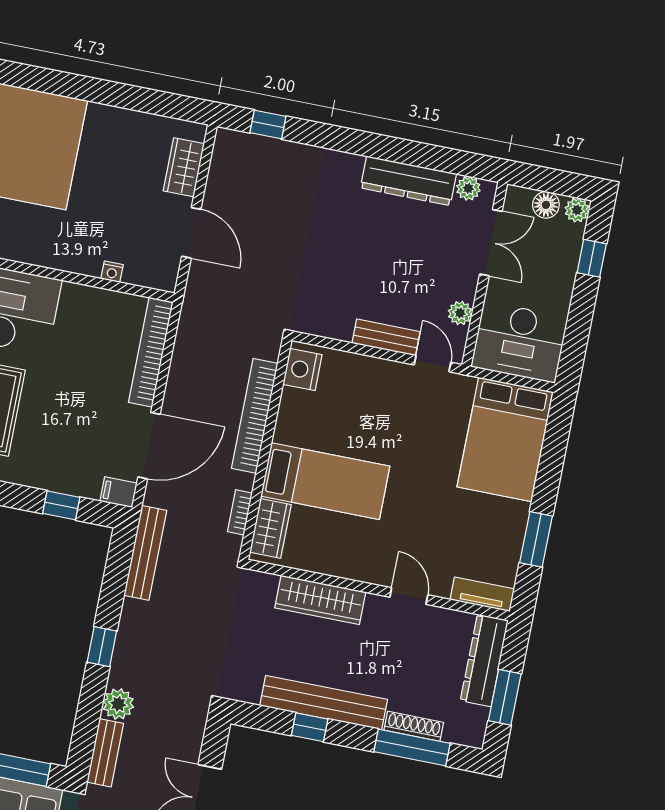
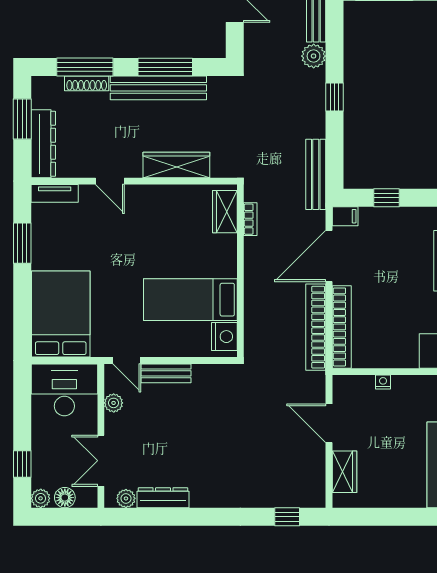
dresser: (408, 181) -> (163, 498), width x0.73, depth x0.80
bookcase: (255, 416) -> (316, 327), moved, turned 180
bed: (325, 481) -> (190, 300), moved
window: (310, 727) -> (165, 67), width x2.17

